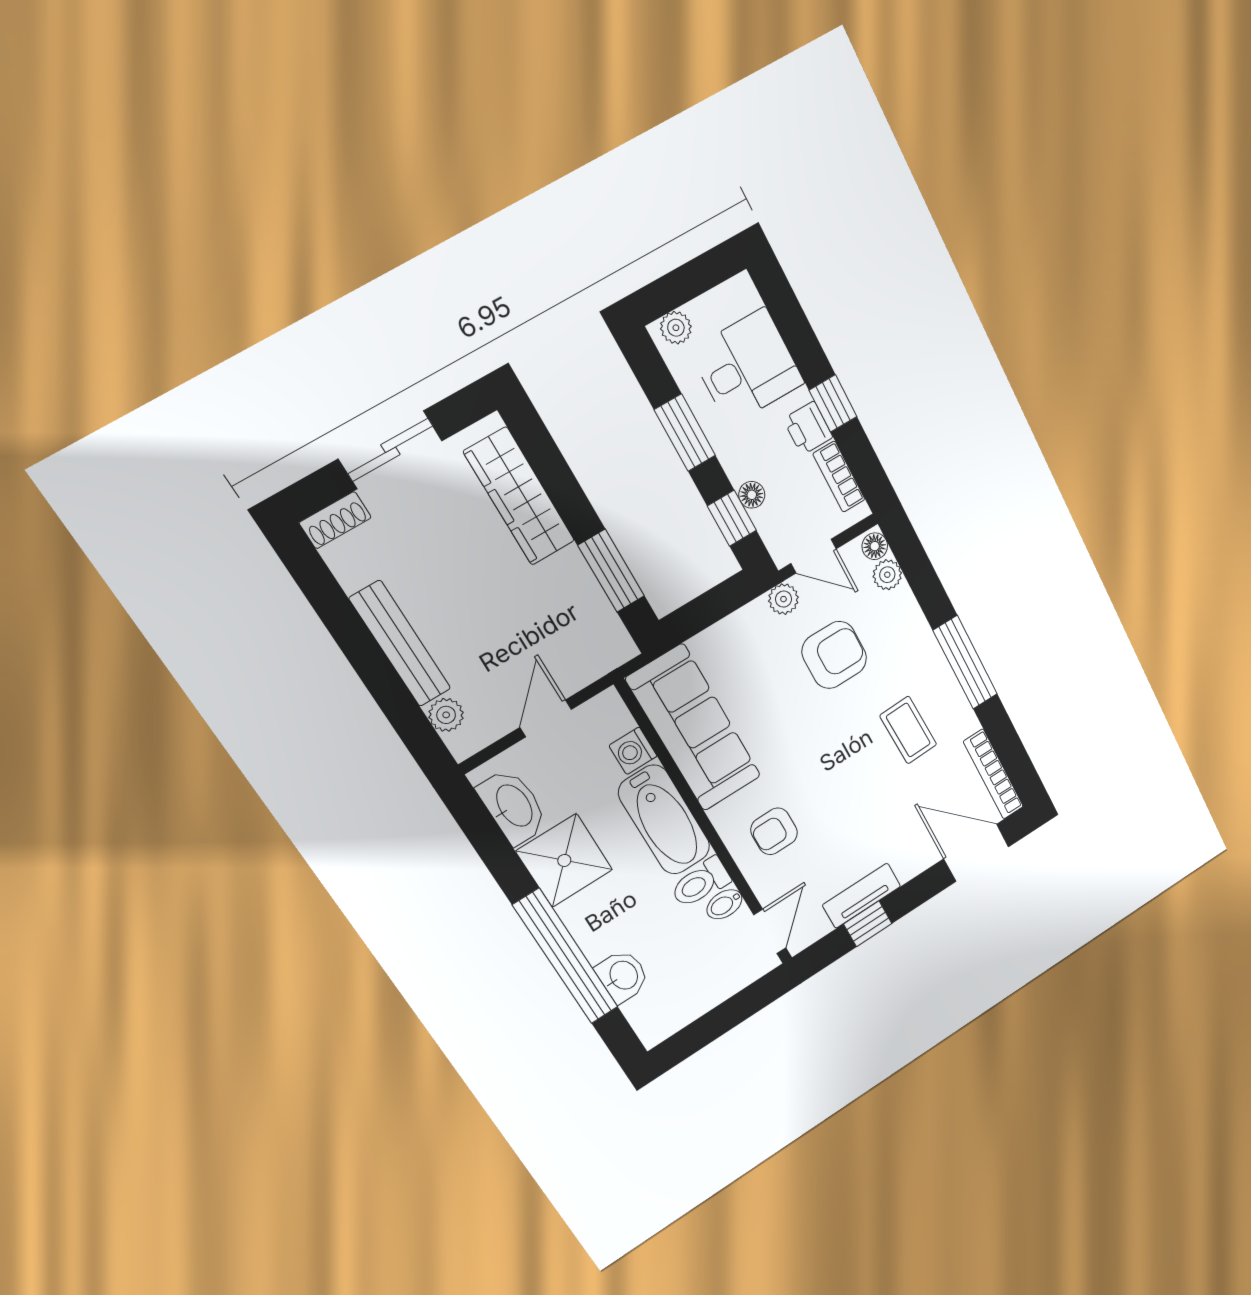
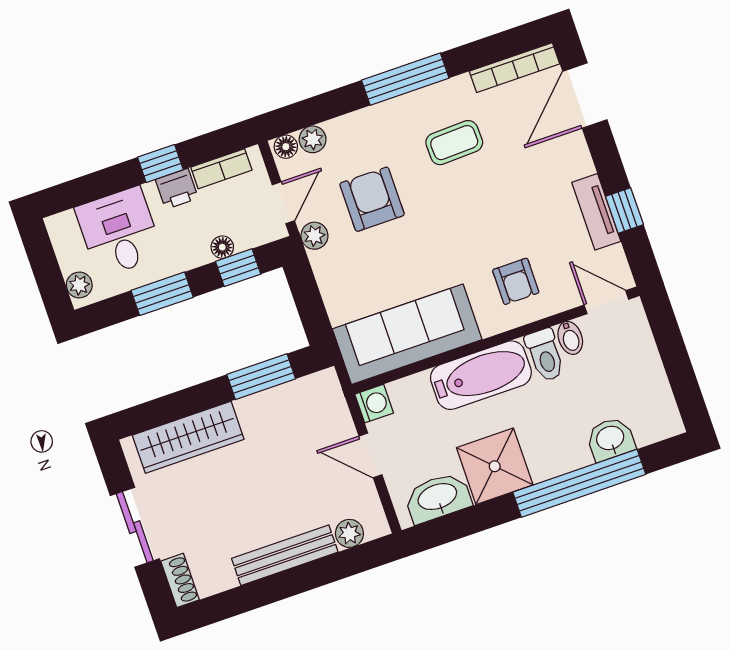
washing machine: (633, 751) -> (374, 404), moved, turned -90

